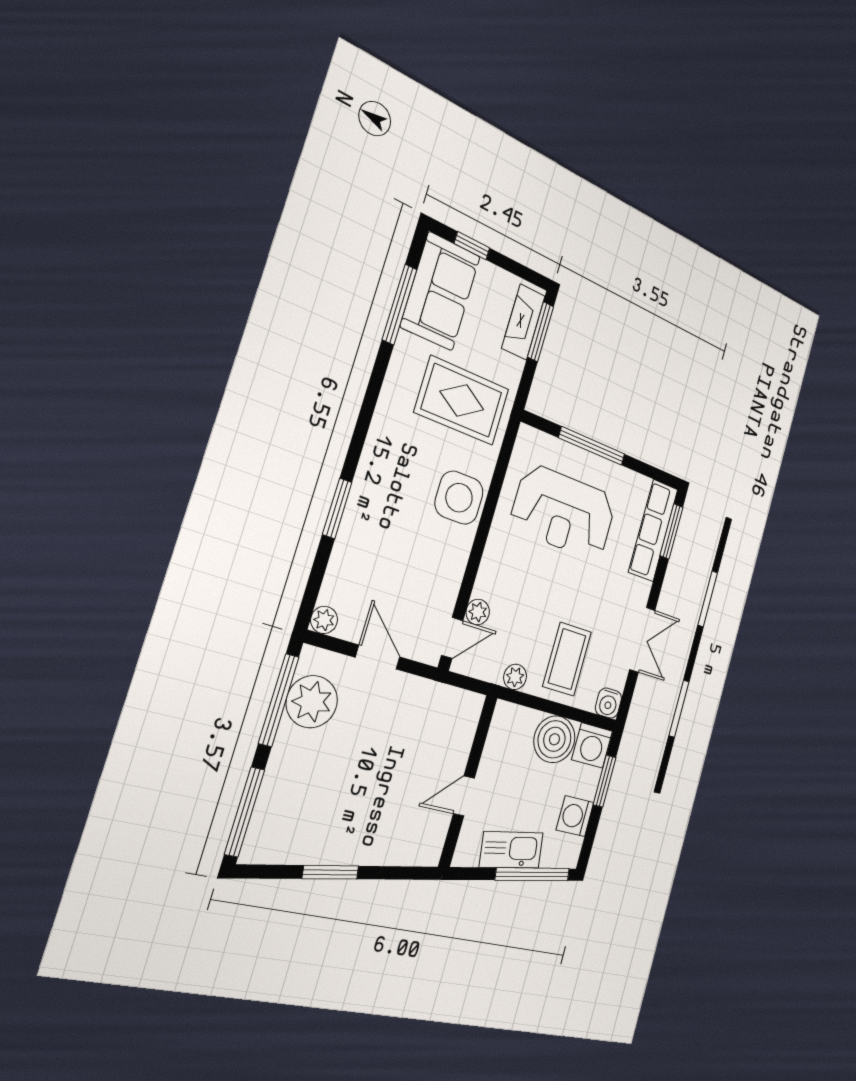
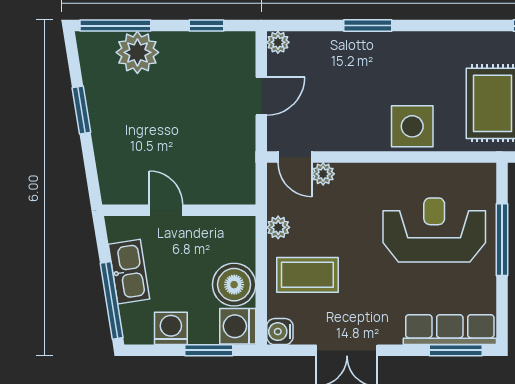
reception desk: (564, 512) -> (434, 230), turned 90
window: (279, 700) -> (207, 26), width x0.46
plant: (312, 702) -> (137, 52), moved

